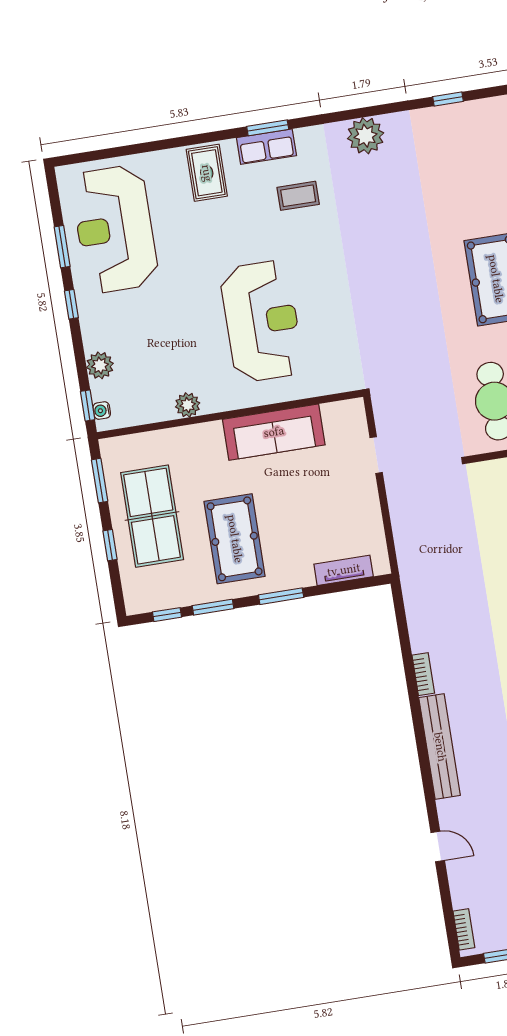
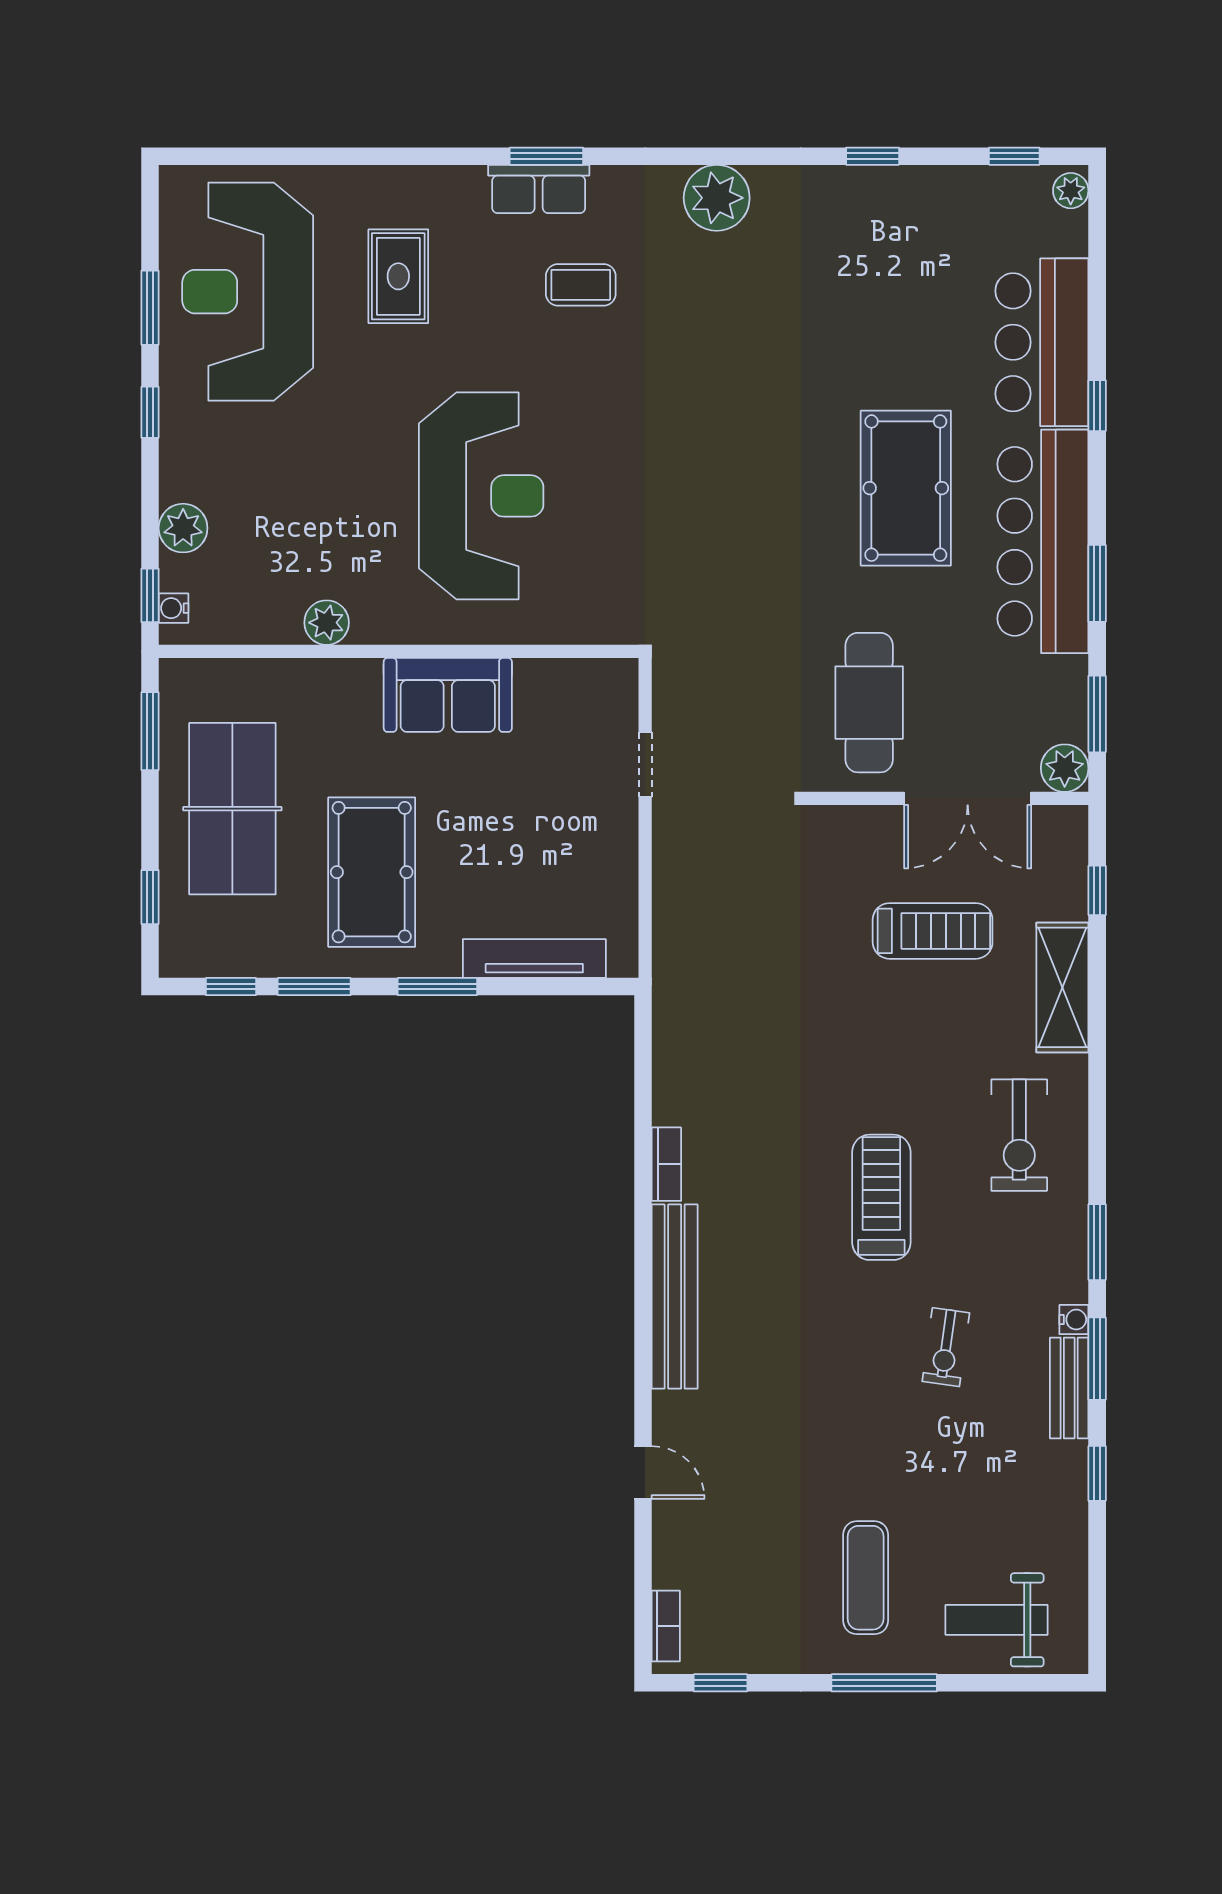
rug: (207, 173) -> (398, 276), moved
sofa: (274, 432) -> (448, 695), width x0.73
window: (110, 545) -> (150, 897), moved
tv unit: (344, 570) -> (534, 959), width x1.41

